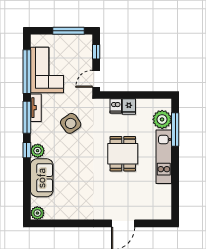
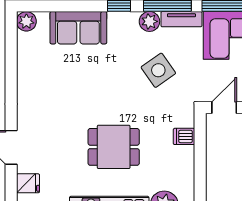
door: (96, 79) -> (224, 108), hinge flipped
fridge: (129, 106) -> (28, 183), moved, turned 180
plant: (38, 151) -> (149, 21), moved

